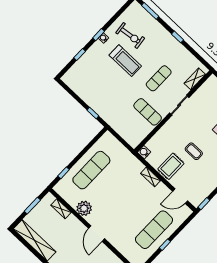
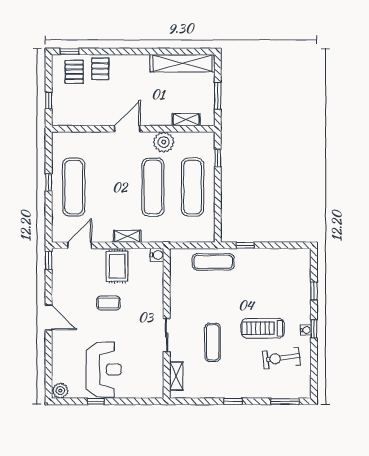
exercise mat: (148, 112) -> (213, 262), moved
exercise mat: (112, 190) -> (153, 187), added
door: (97, 234) -> (127, 129), hinge flipped

